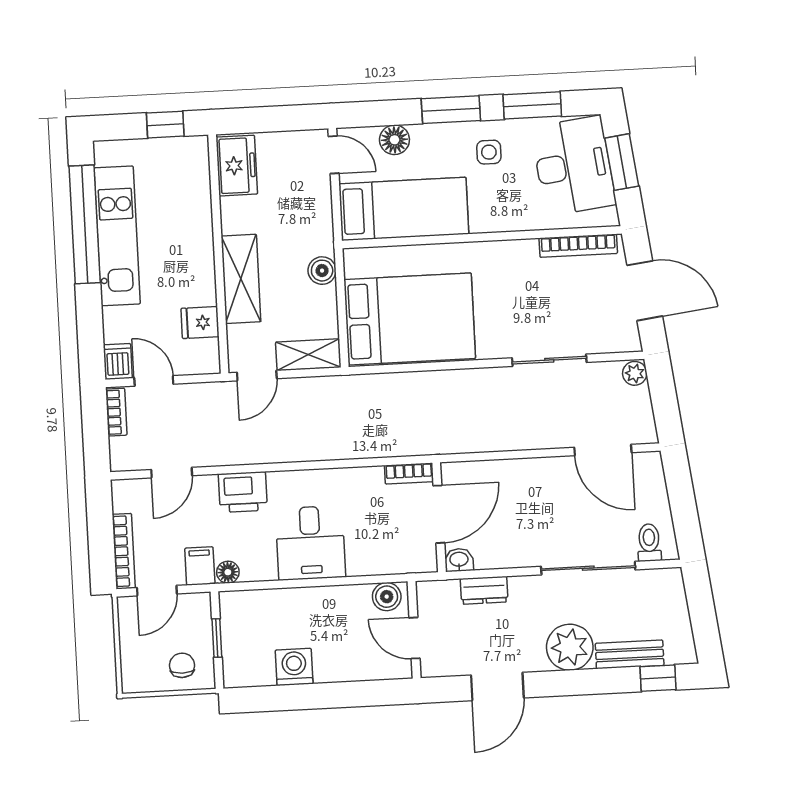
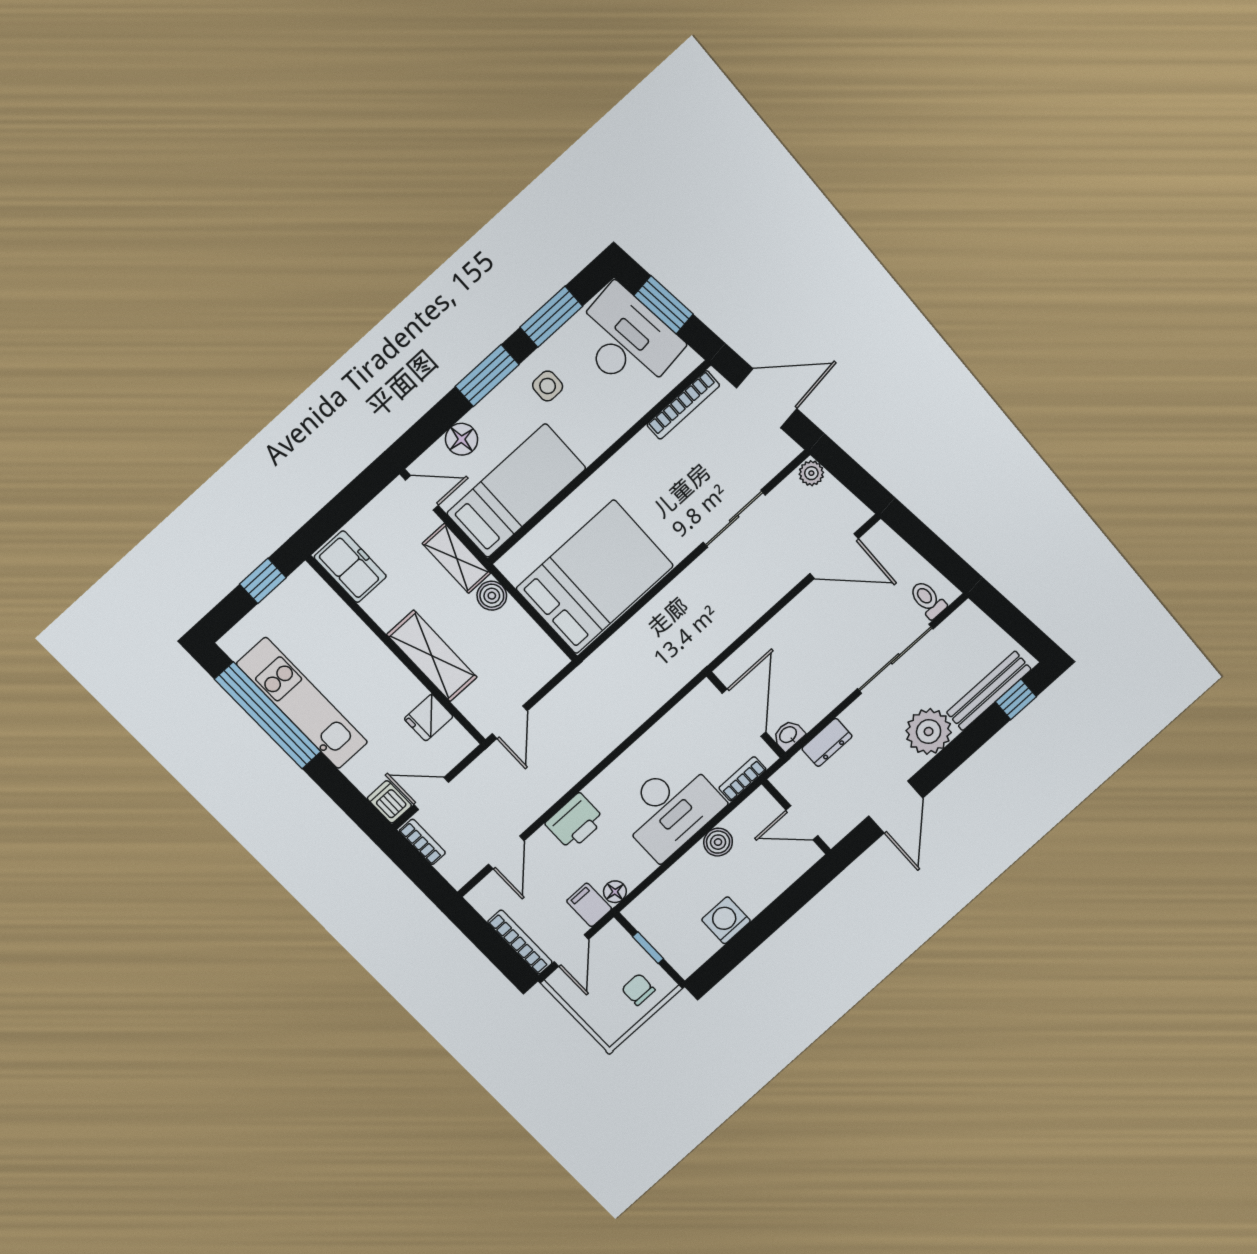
shelving: (308, 355) -> (457, 558), moved, turned 90
bookcase: (409, 473) -> (742, 779), moved, turned 180
desk: (310, 543) -> (670, 809), width x1.37
boiler: (387, 597) -> (718, 842), moved
bench: (630, 654) -> (989, 691), width x1.36

